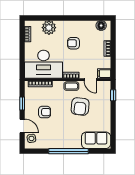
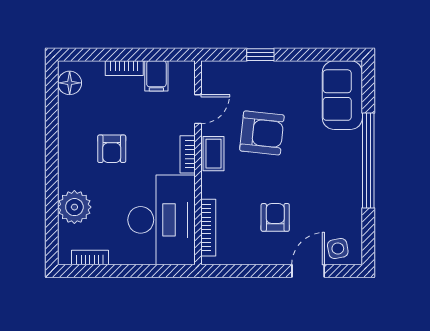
filing cabinet: (104, 74) -> (156, 76), moved
window: (113, 95) -> (260, 55), moved
window: (22, 103) -> (255, 271), removed

